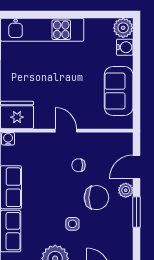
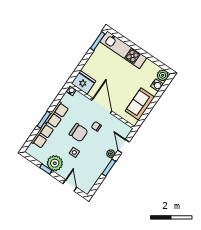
door: (66, 131) -> (102, 106), width x1.87
door: (136, 167) -> (124, 146), hinge flipped
chair: (96, 198) -> (78, 133), moved

